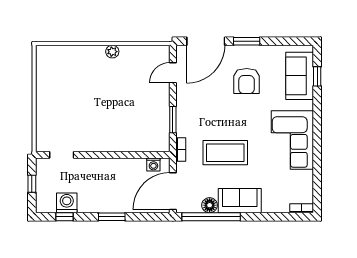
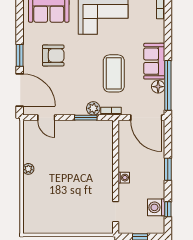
plant: (184, 128) -> (93, 108), added
washing machine: (153, 165) -> (124, 178), moved

